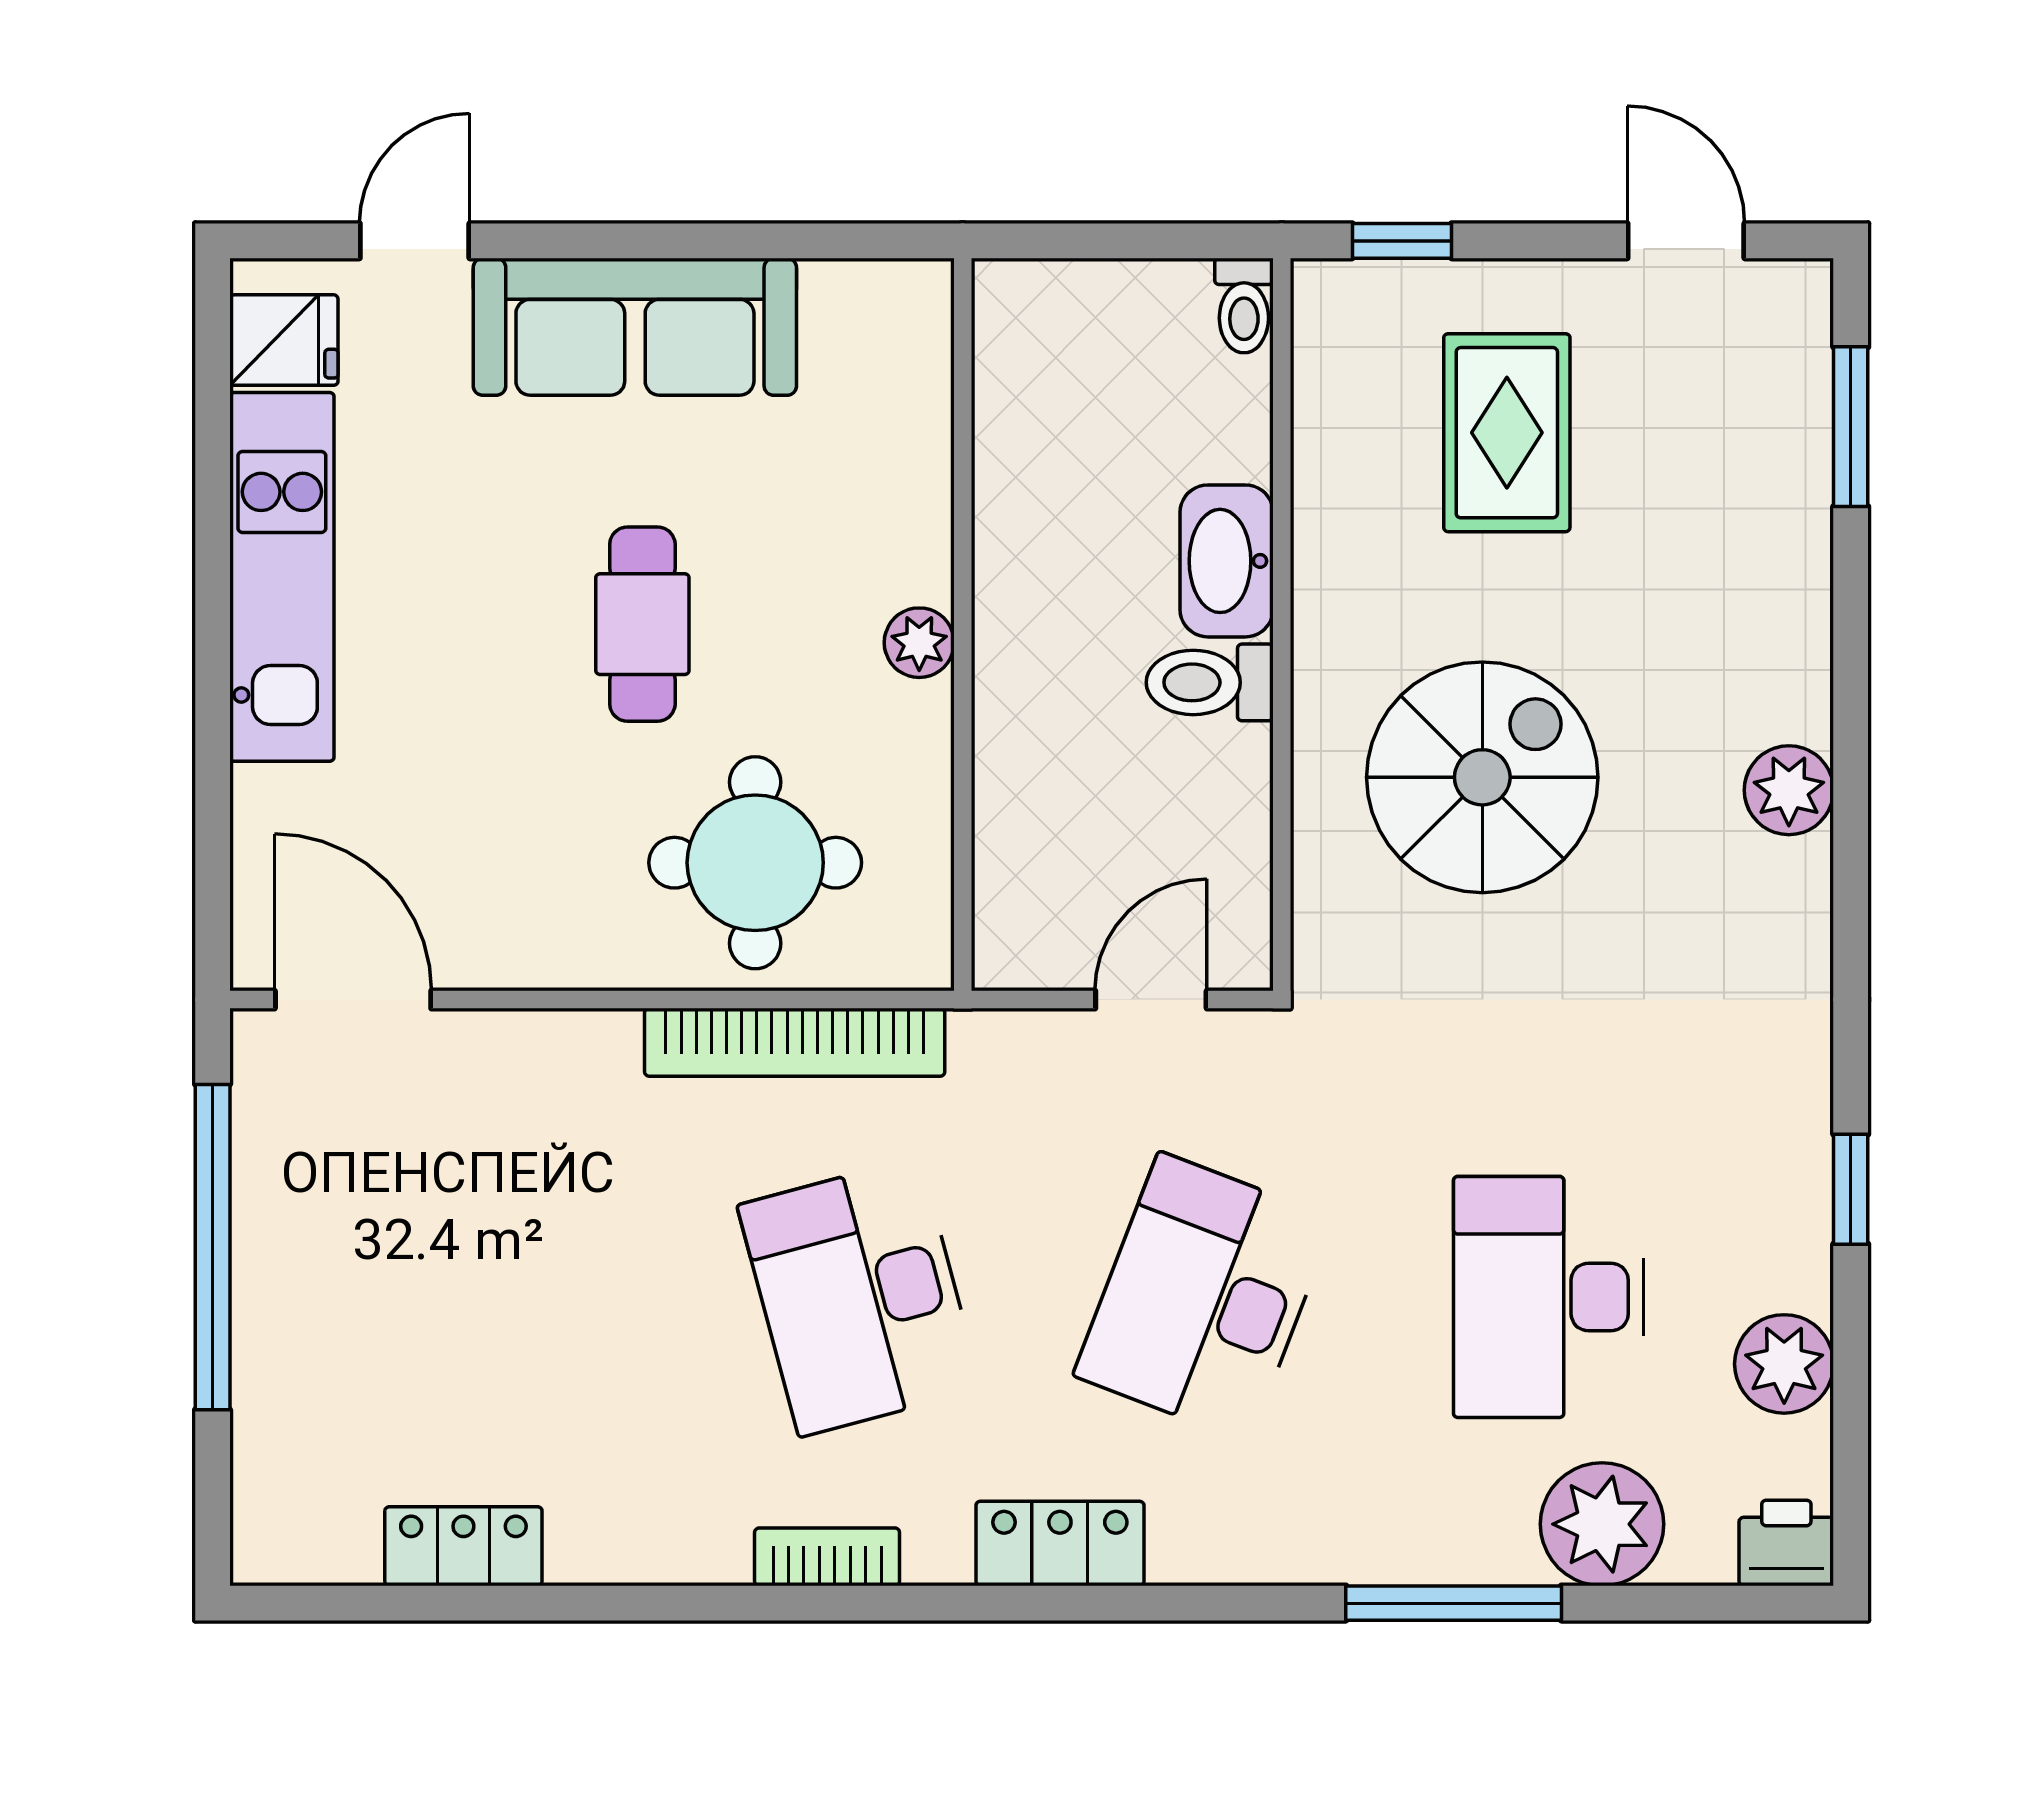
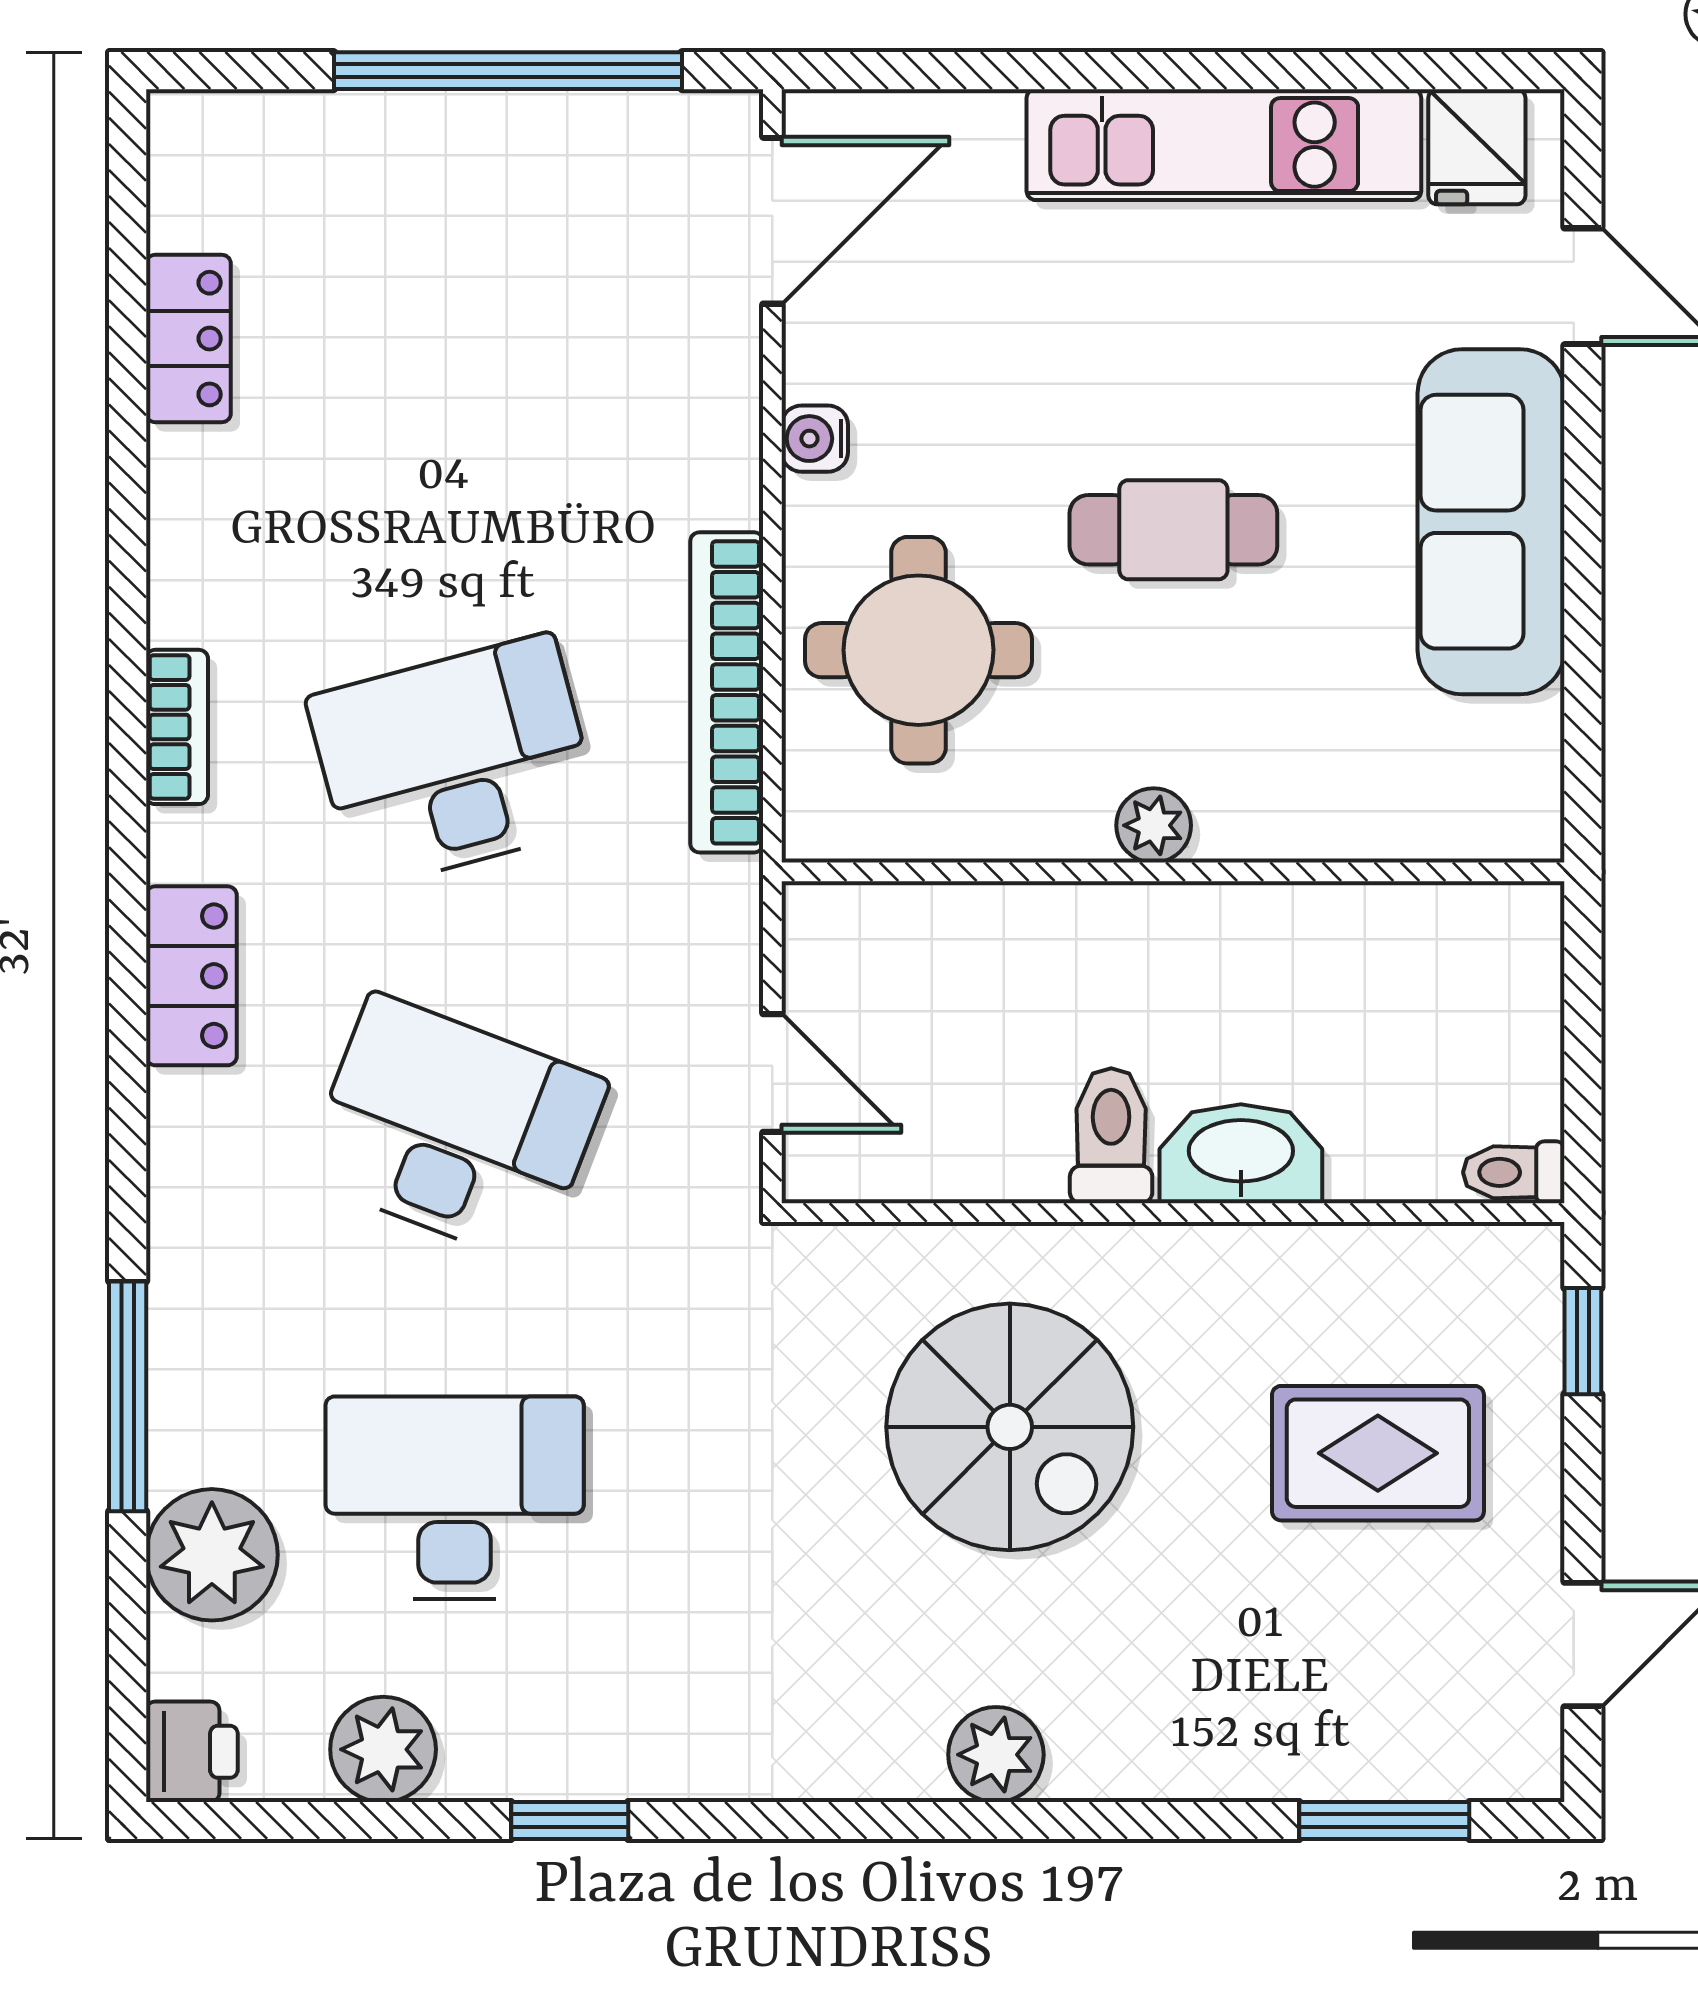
water cooler: (557, 960) -> (815, 439), added

